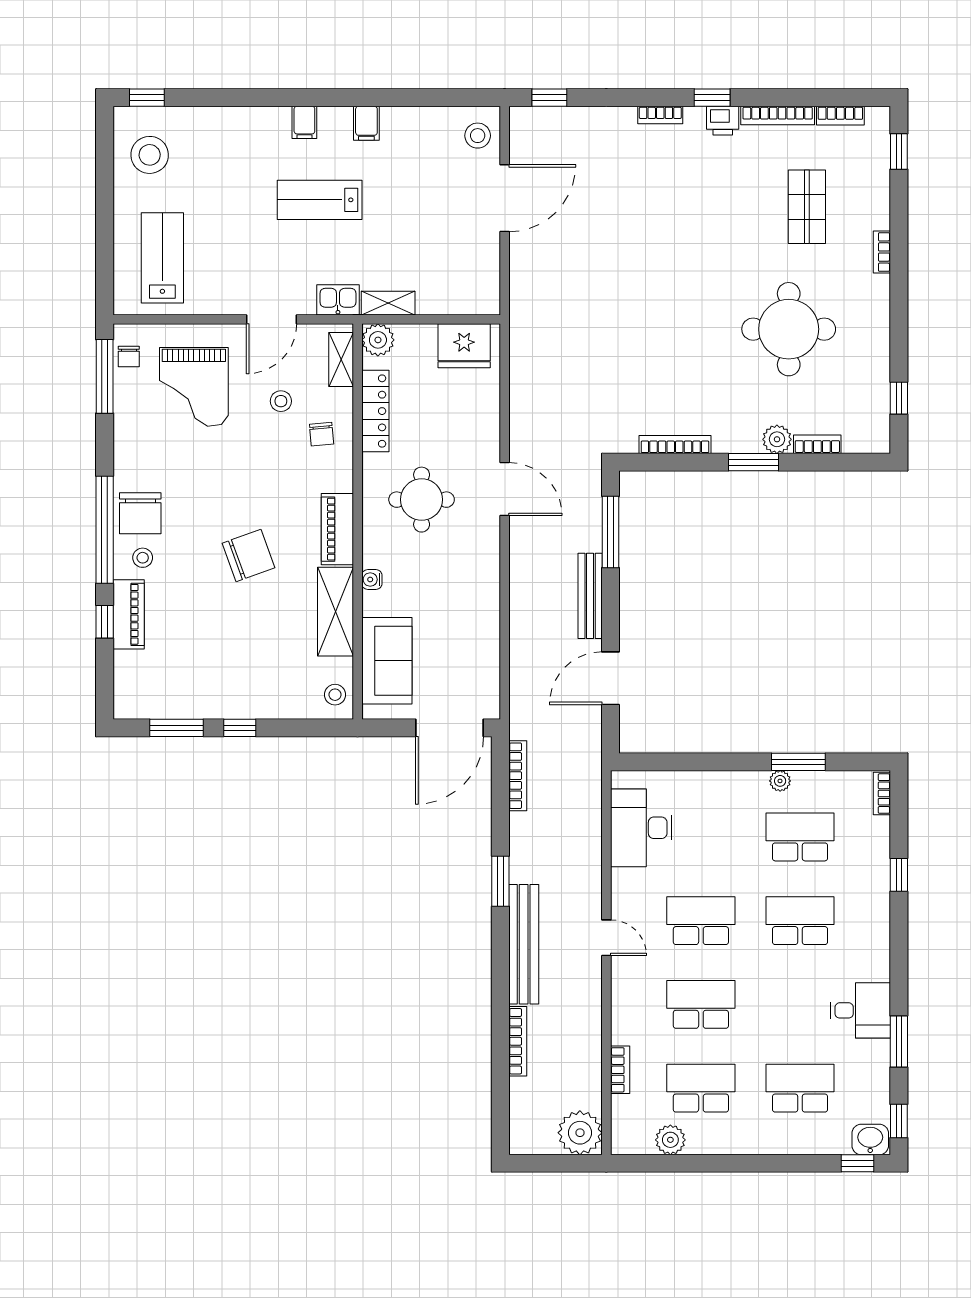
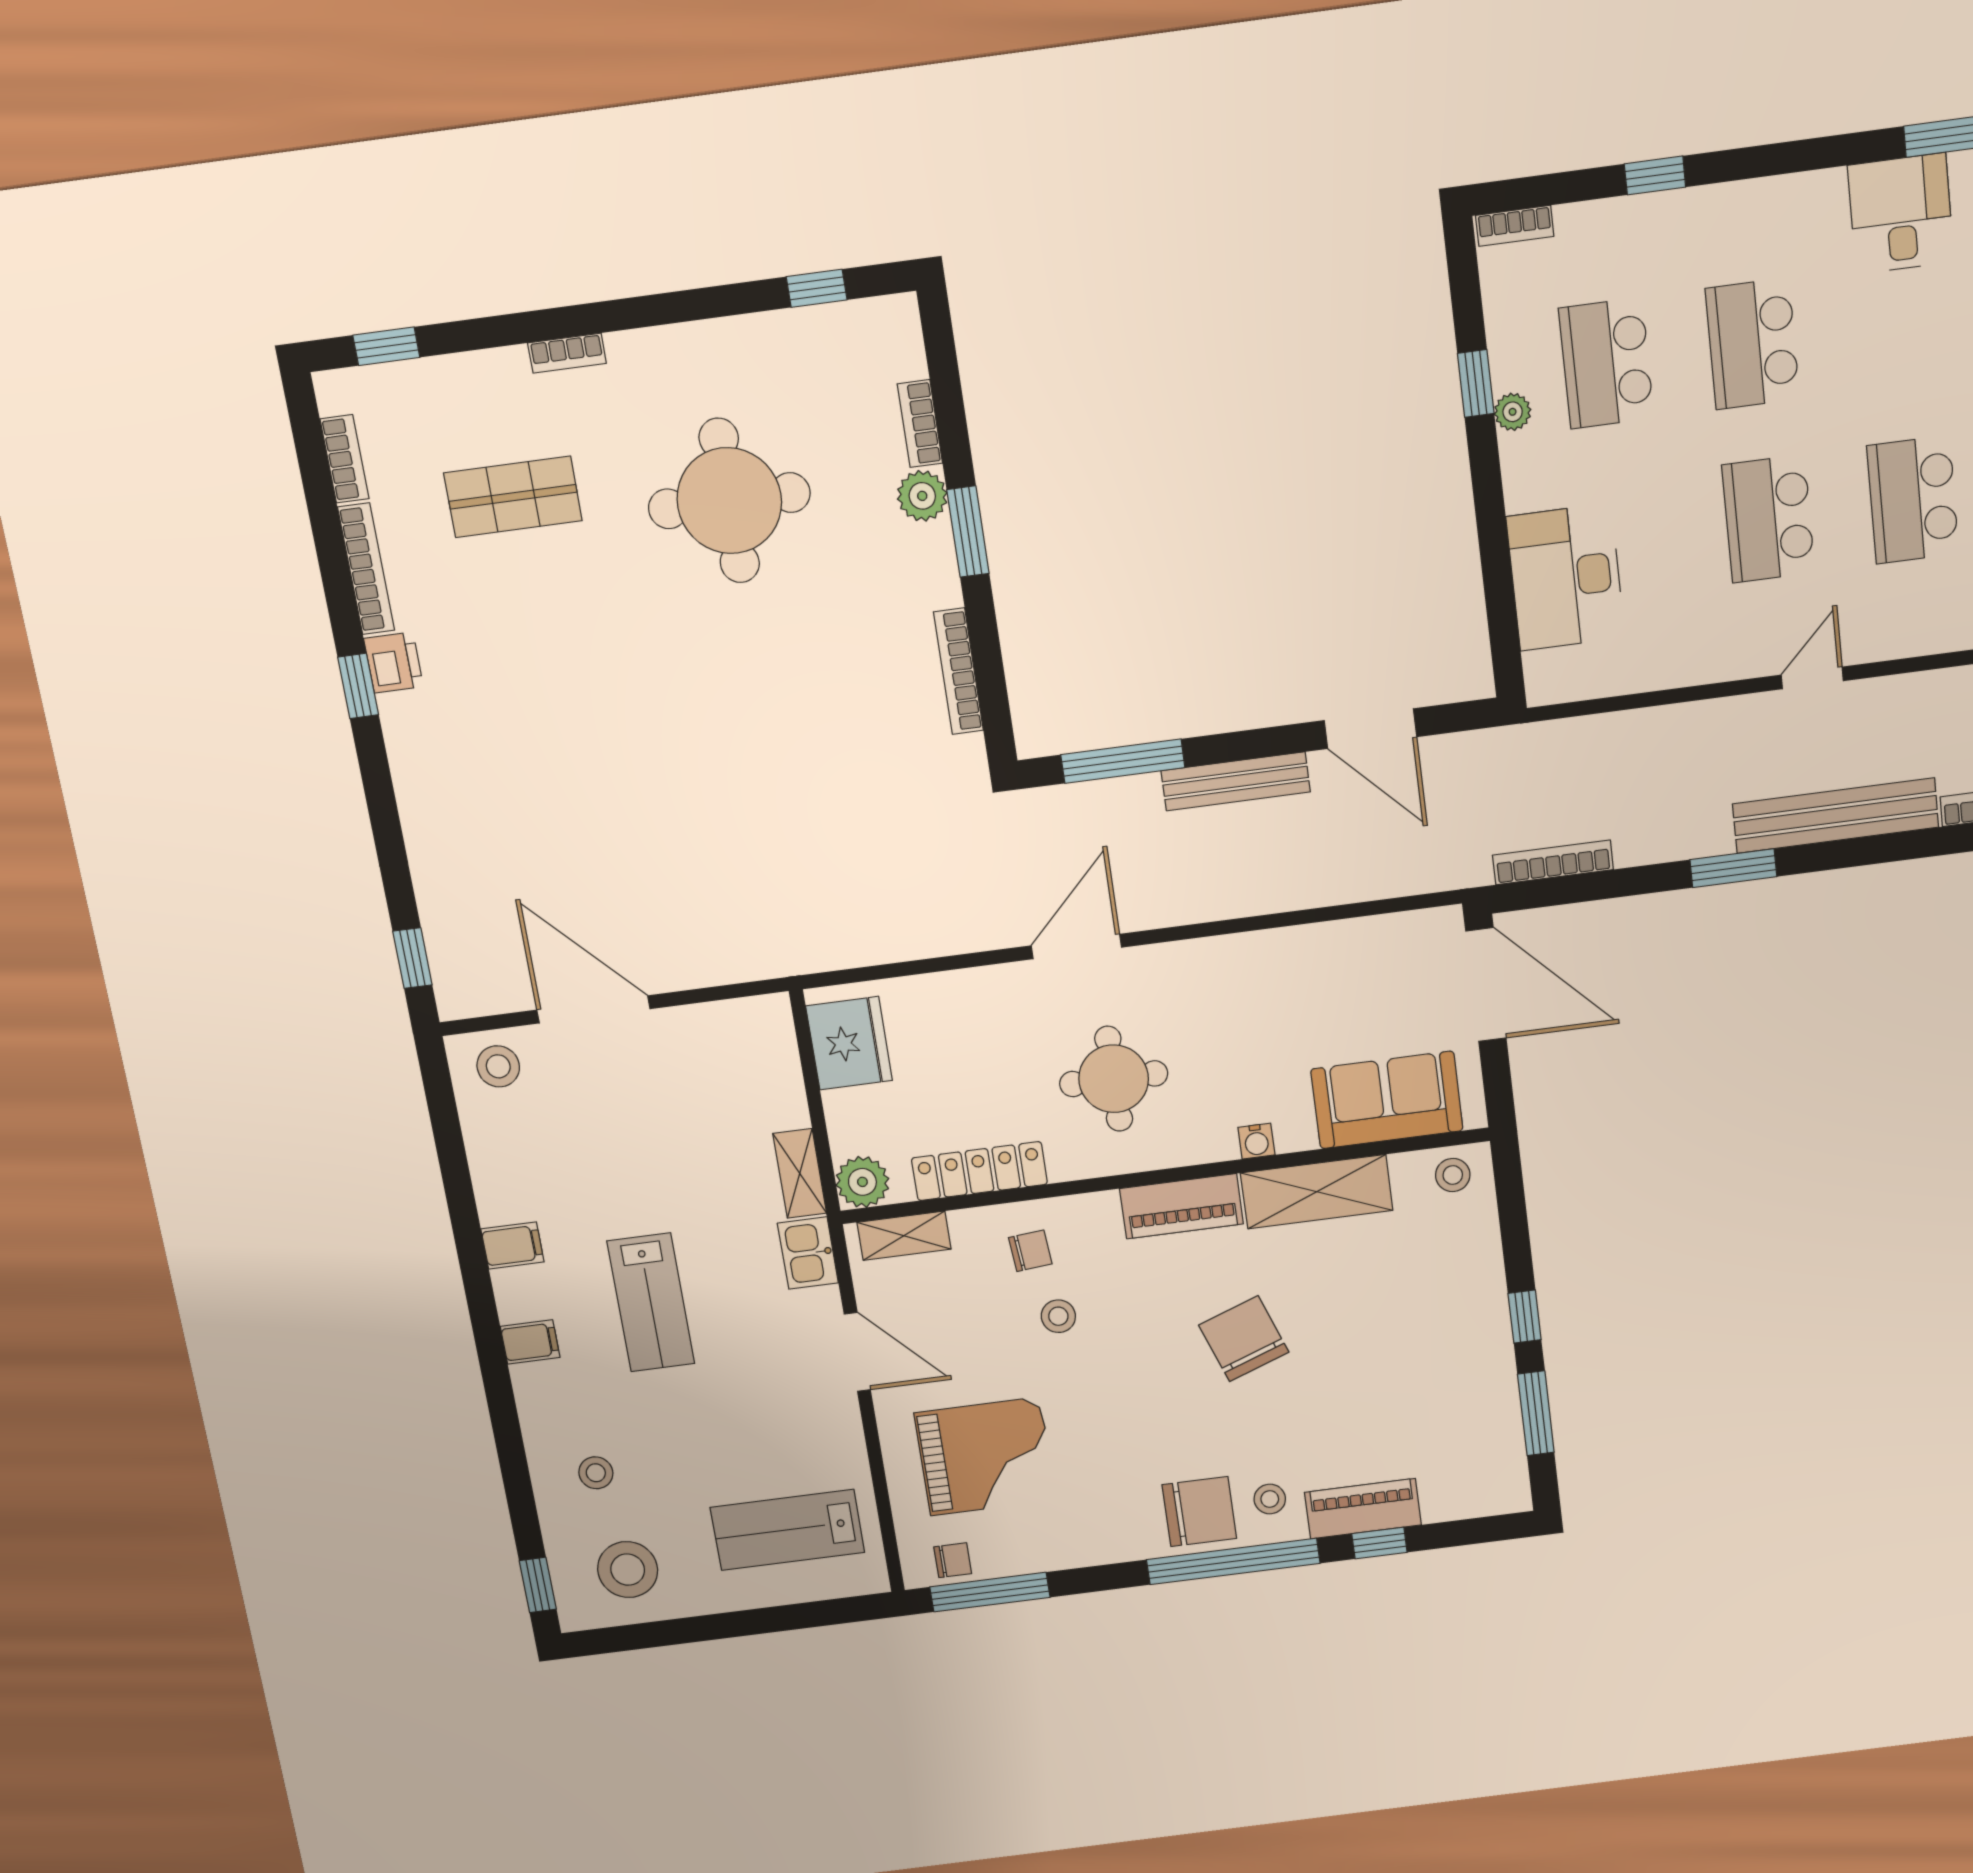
bookcase: (660, 115) -> (405, 770), removed
stool: (215, 147) -> (596, 1473), added
stool: (281, 401) -> (1058, 1316), moved
window: (798, 762) -> (1476, 383), width x0.67
desk: (641, 828) -> (1566, 577), moved, turned 90

